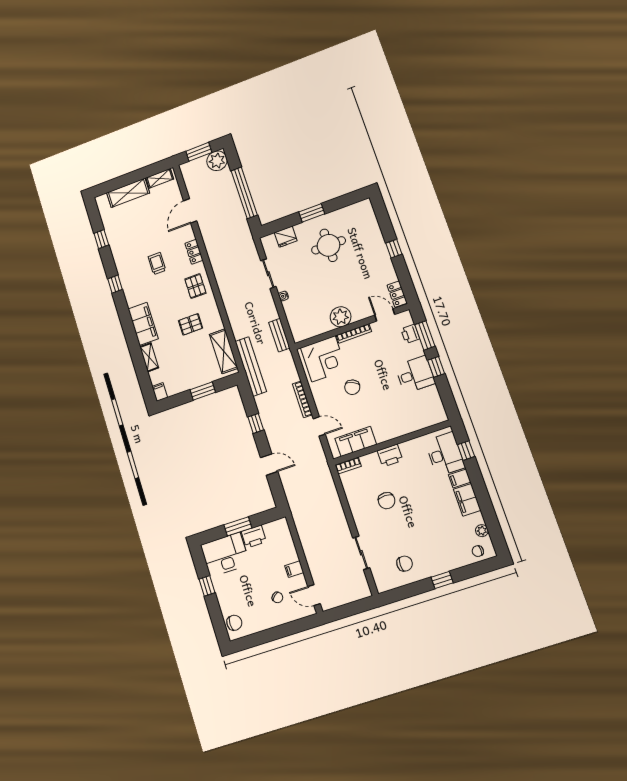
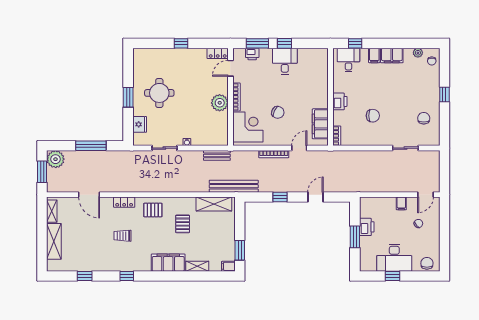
window: (244, 193) -> (91, 146), width x0.68
window: (203, 391) -> (240, 250), moved
desk: (445, 454) -> (348, 60), width x0.73
desk: (225, 555) -> (394, 258), moved, turned -90

